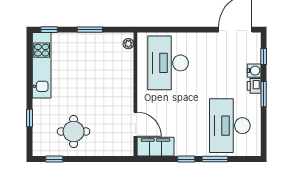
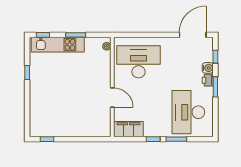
desk: (168, 63) -> (139, 62), turned 90
kitchen unit: (42, 65) -> (58, 45), moved, turned 90
window: (30, 118) -> (27, 73), moved
door: (135, 124) -> (112, 98), moved
round table: (74, 131) -> (63, 117), removed

